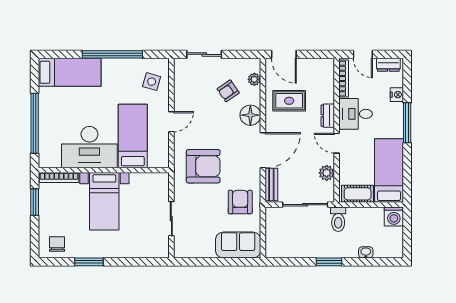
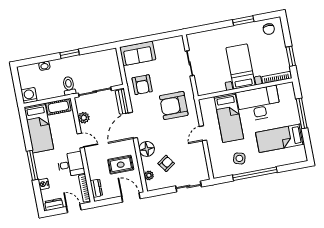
bed: (70, 72) -> (280, 138), moved
side table: (152, 82) -> (239, 158), moved
dresser: (328, 116) -> (96, 188), moved
window: (35, 123) -> (302, 113), width x0.68

